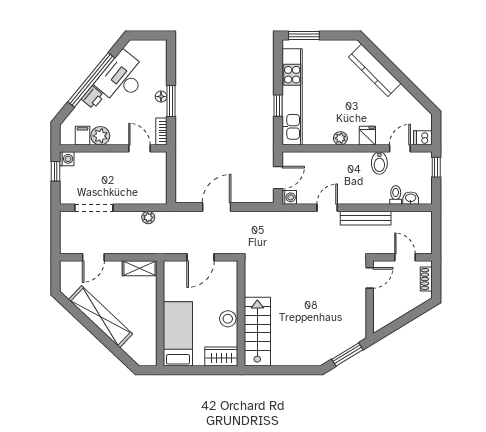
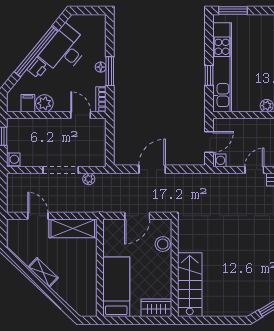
washing machine: (67, 159) -> (13, 159), moved
doorway: (94, 208) -> (61, 170), moved
door: (93, 257) -> (38, 216), swing flipped
shelving: (140, 268) -> (73, 228), width x1.50, depth x1.33
shelving: (101, 317) -> (43, 272), width x0.45, depth x0.75
stool: (228, 319) -> (163, 244), moved

